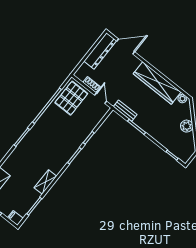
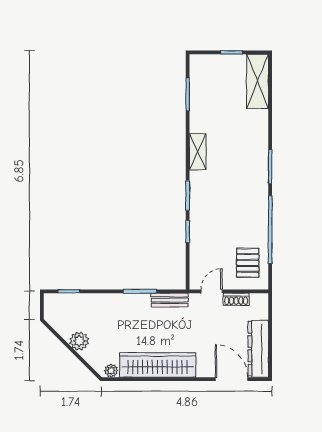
door: (126, 46) -> (231, 379), swing flipped
pallet: (71, 98) -> (248, 263), width x0.67, depth x0.71
door: (101, 98) -> (212, 291), swing flipped
shelving: (45, 182) -> (198, 152), moved
filing cabinet: (15, 218) -> (199, 62), removed

